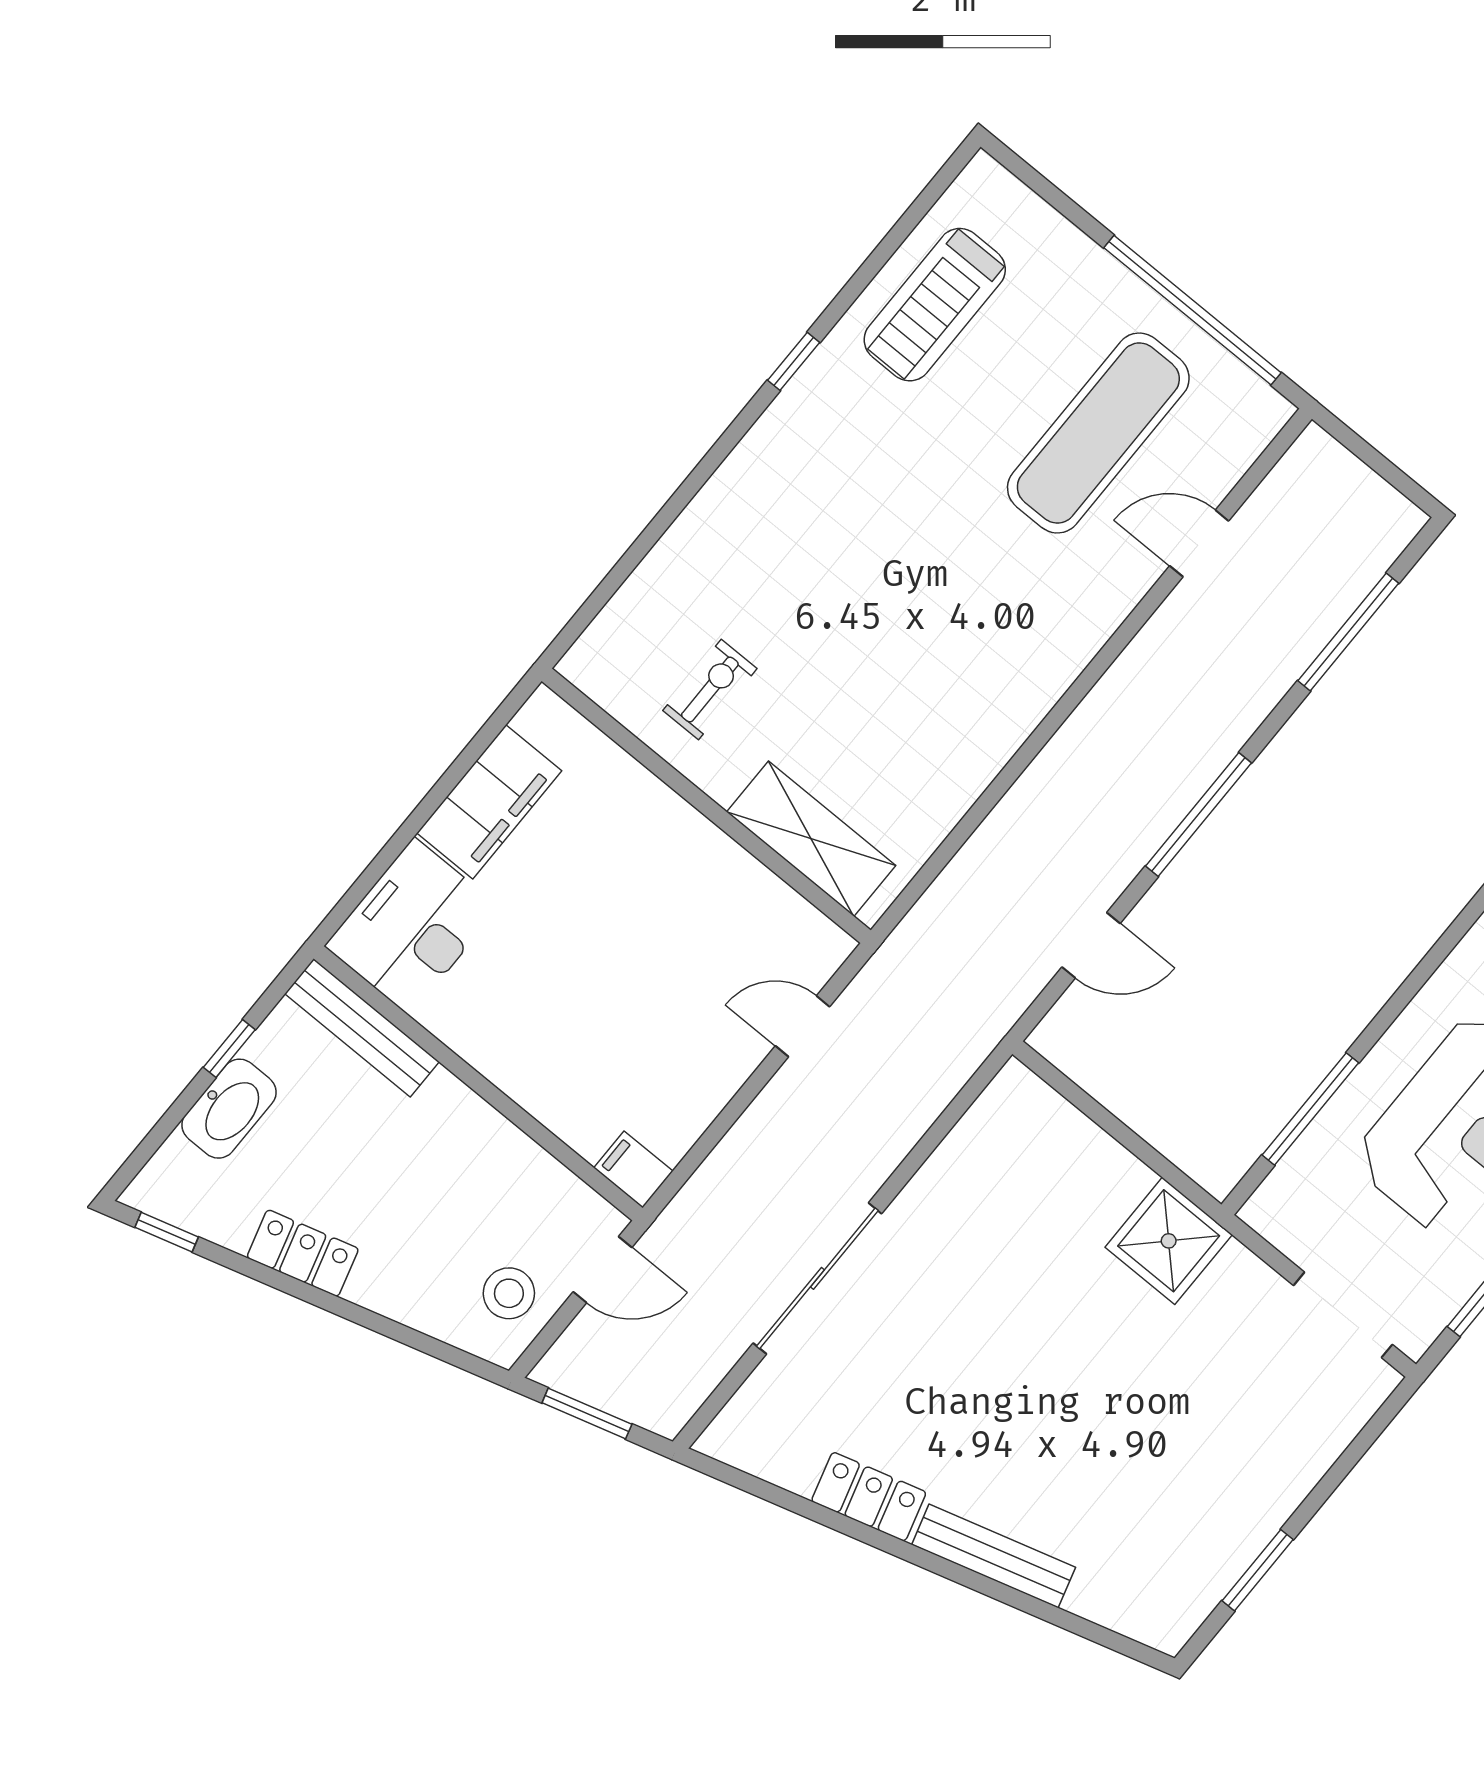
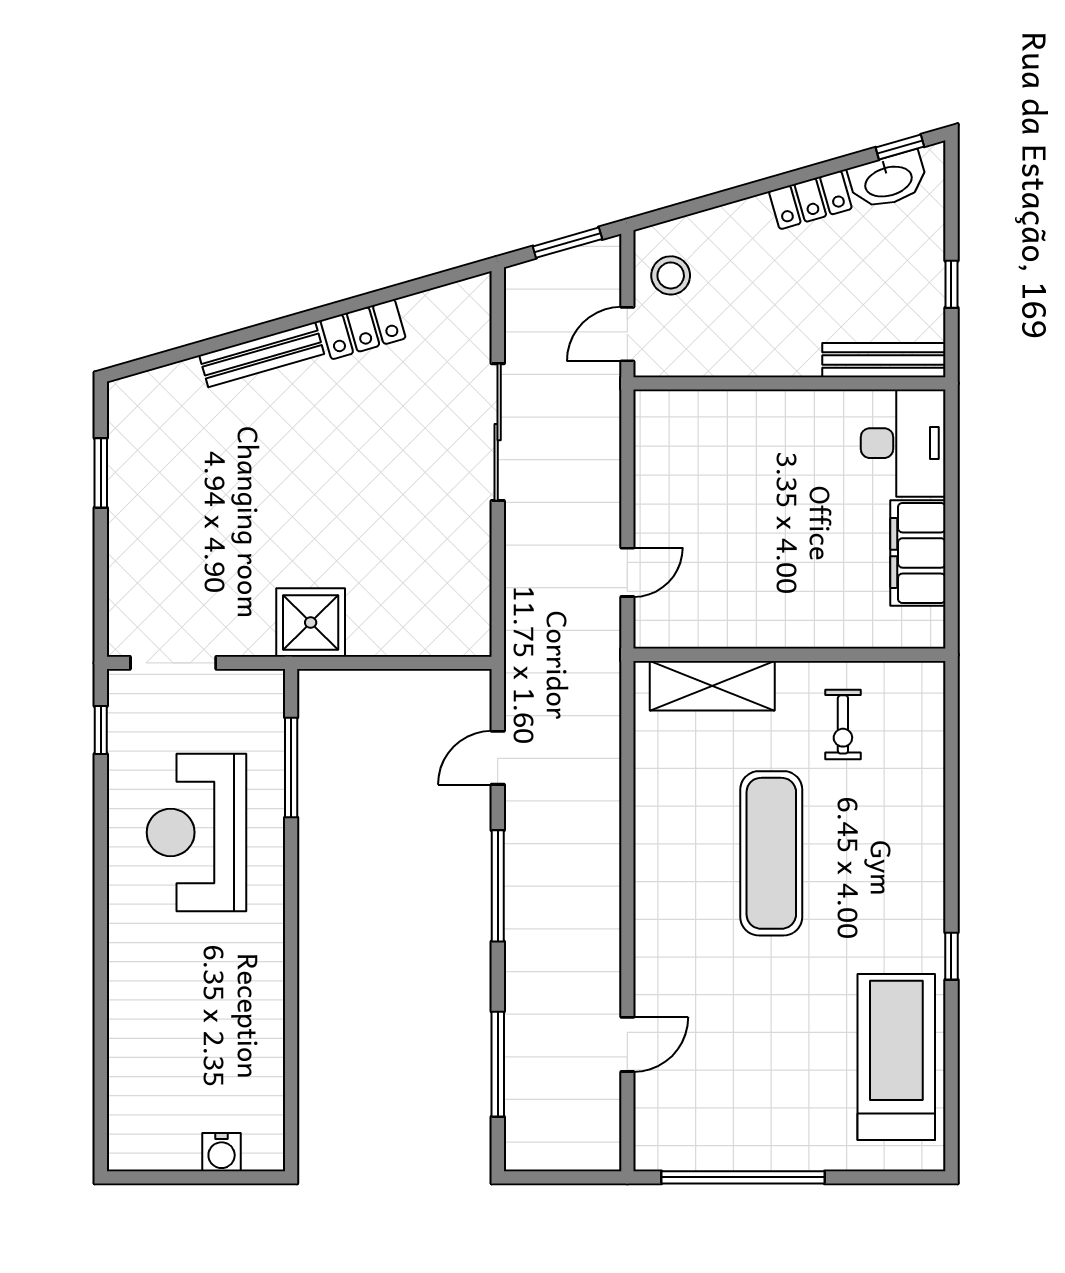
treadmill: (935, 305) -> (896, 1057), width x1.37, depth x1.37
exercise mat: (1098, 433) -> (771, 853), moved
washbasin: (229, 1109) -> (888, 180), moved, turned -106
filing cabinet: (633, 1169) -> (657, 407), removed

